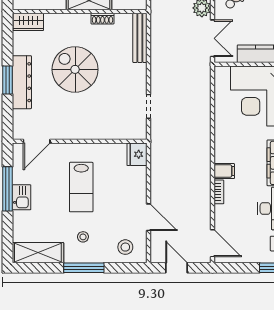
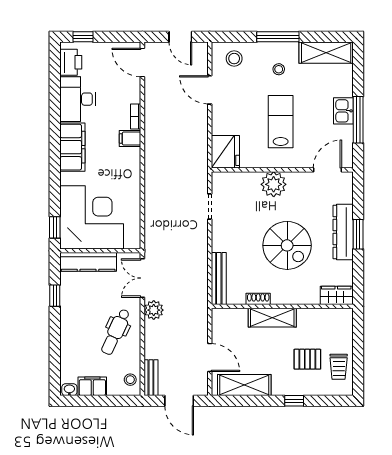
plant: (88, 128) -> (274, 184), added
fridge: (137, 154) -> (225, 152), width x1.36, depth x1.34

